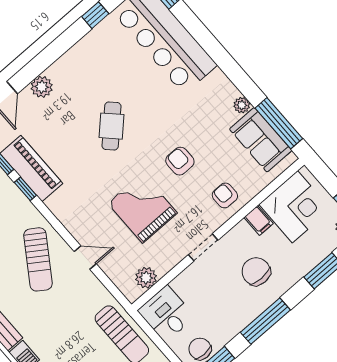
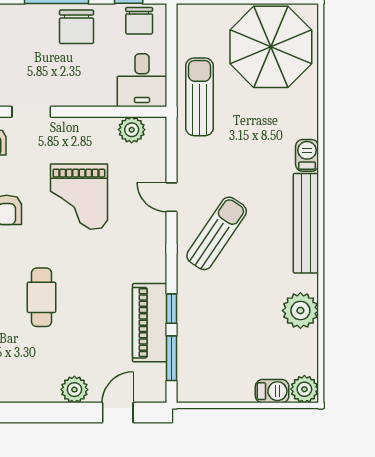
cafe table: (112, 126) -> (42, 297), turned -45
doorway: (203, 247) -> (31, 112), moved
chair: (256, 271) -> (77, 27), moved

